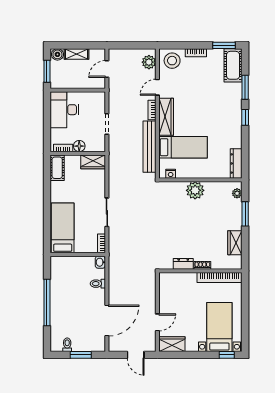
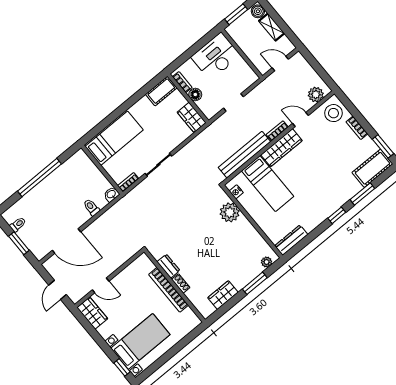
plant: (195, 190) -> (230, 212), moved
bookcase: (220, 278) -> (169, 290), moved

